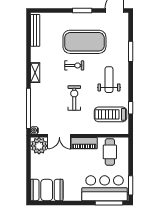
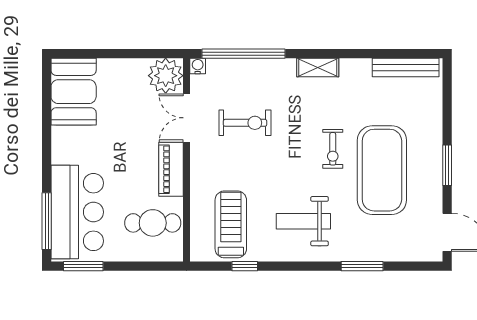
weight bench: (109, 80) -> (303, 221), turned 180
exercise bike: (74, 98) -> (245, 123), moved

